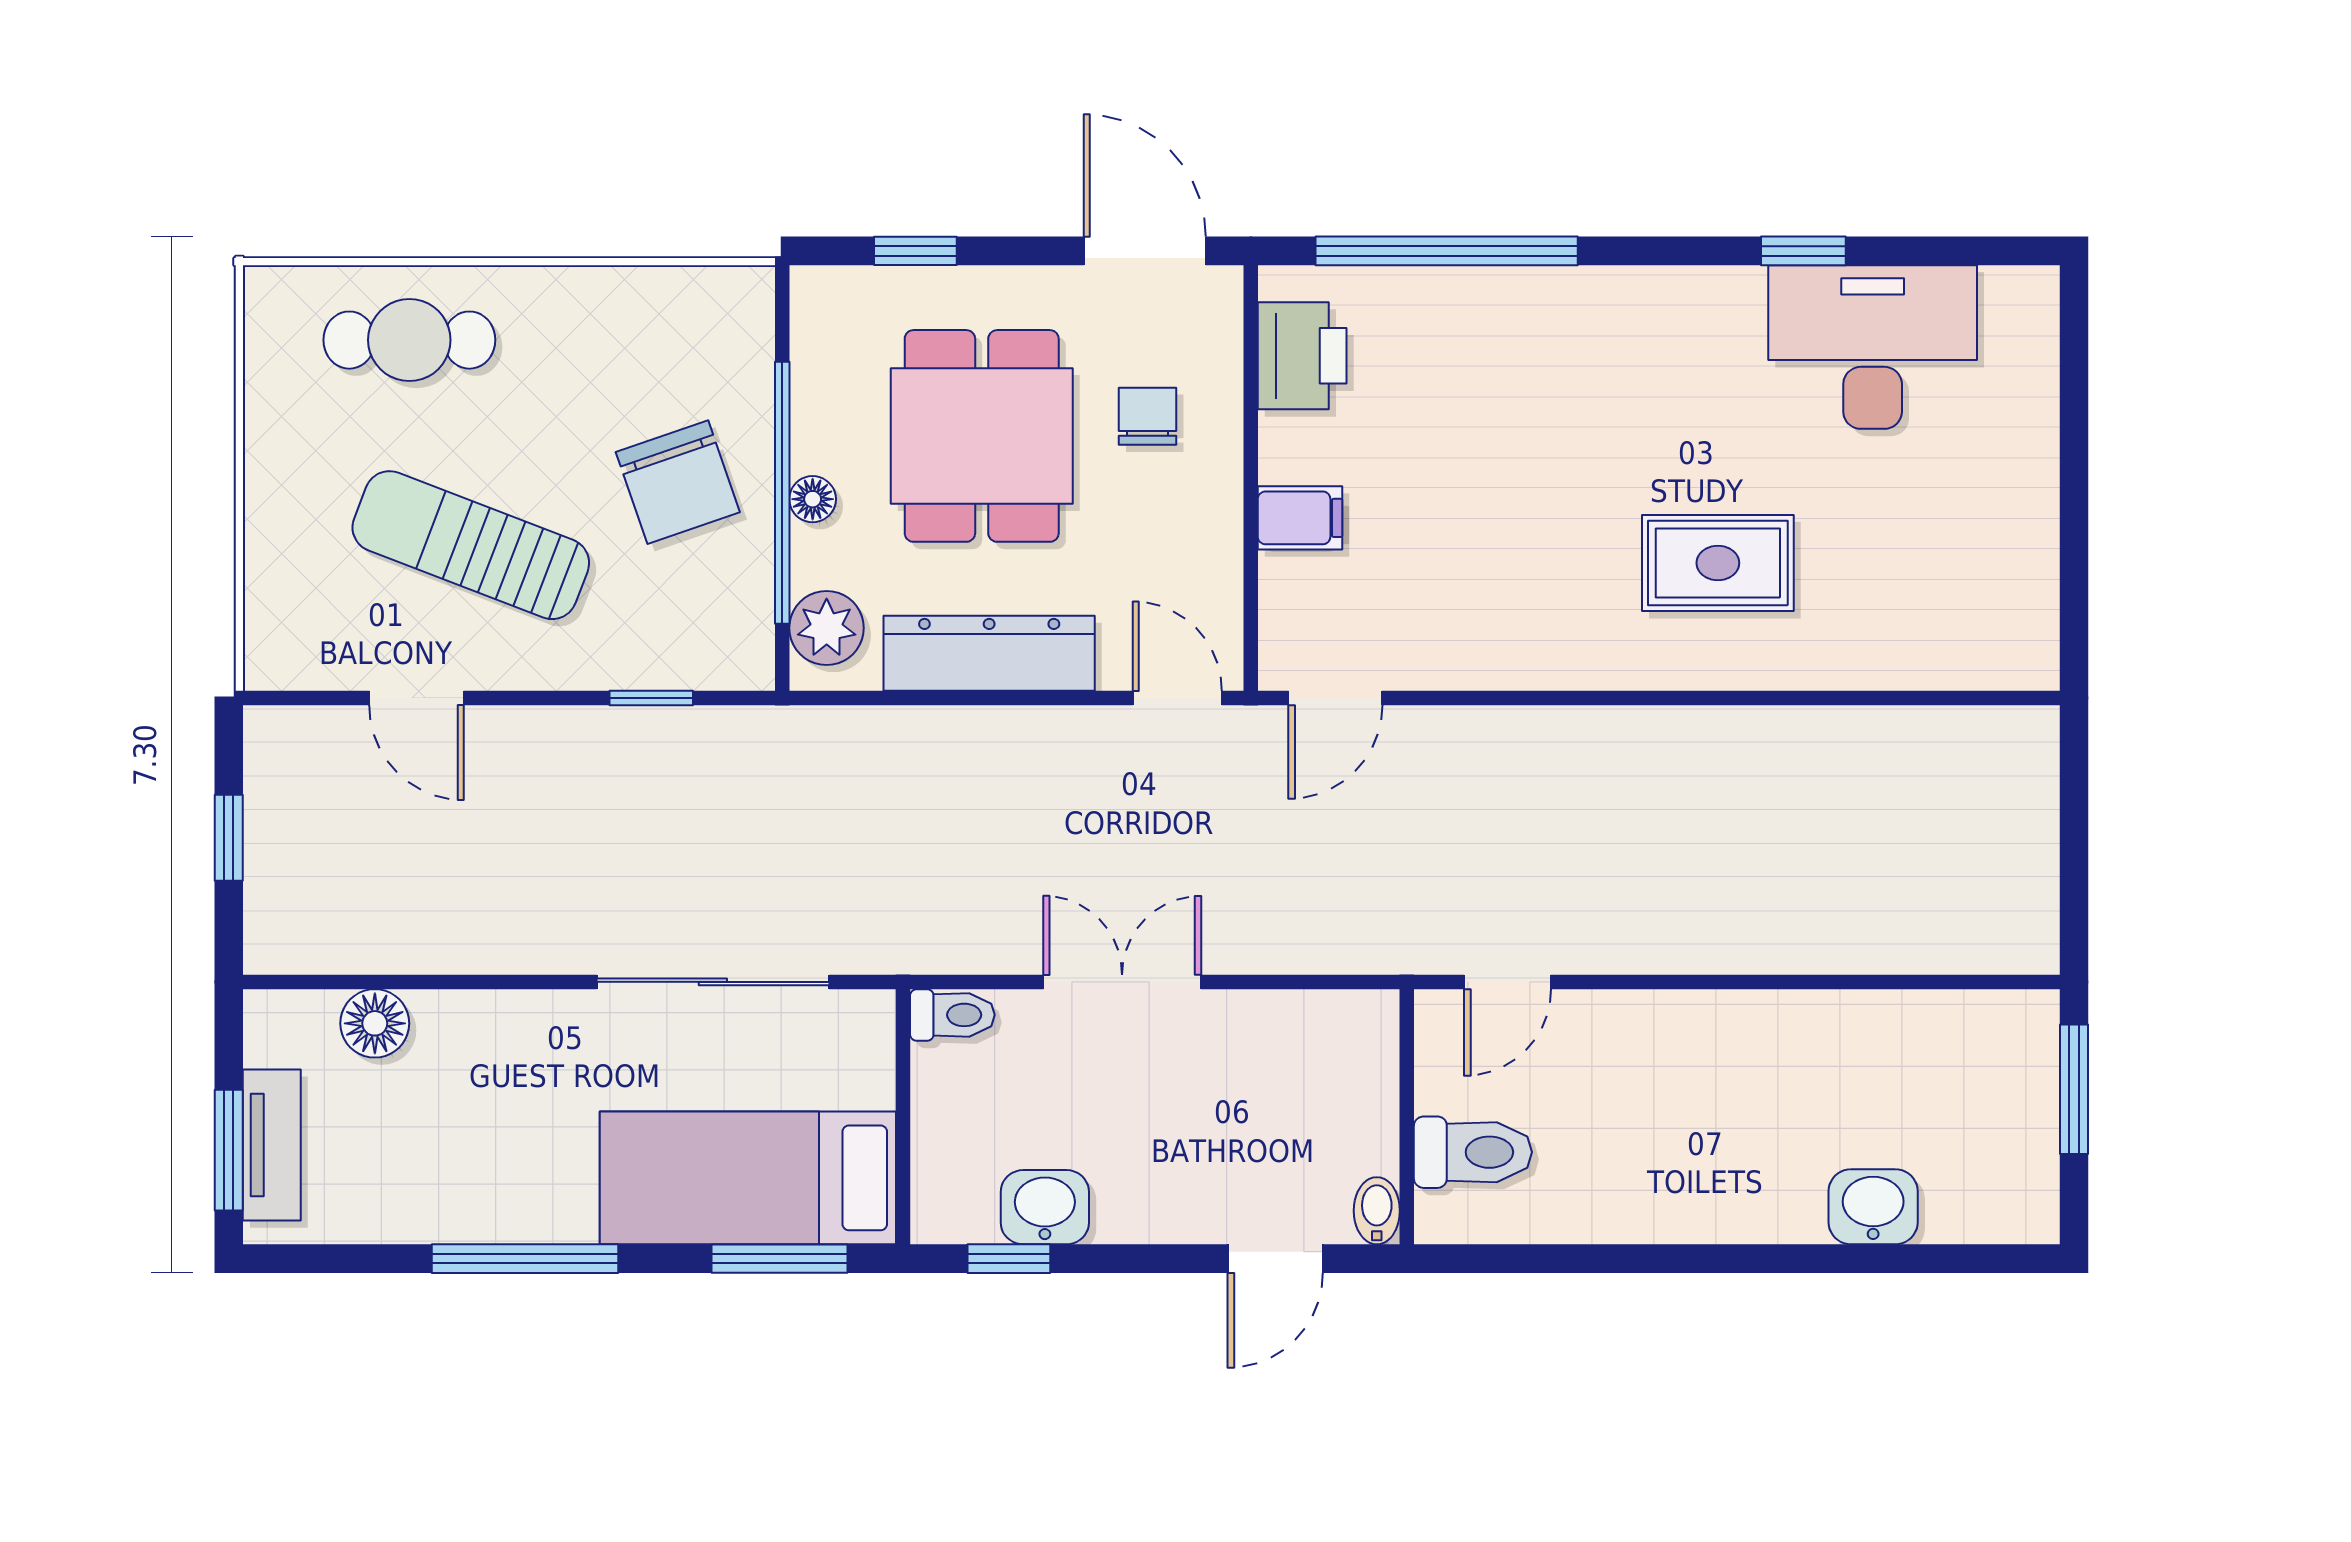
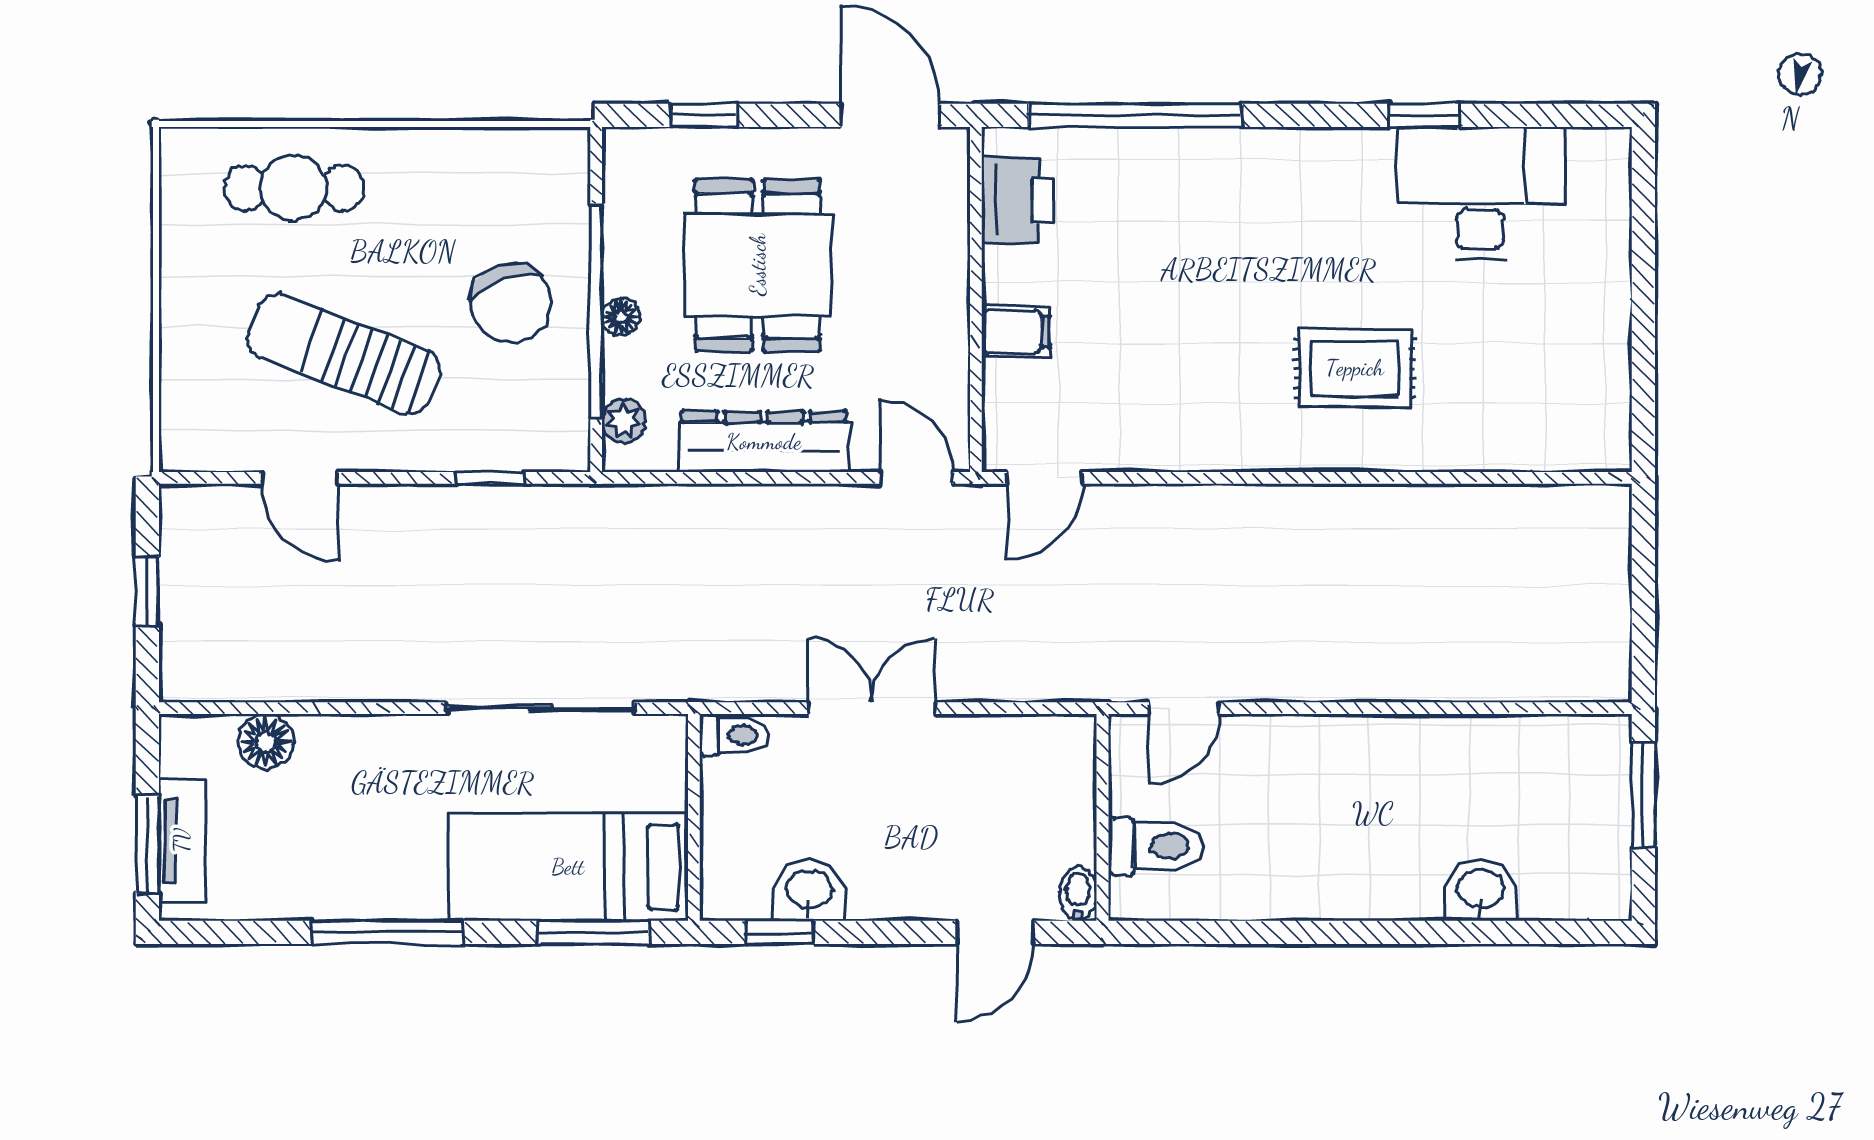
chair: (1148, 416) -> (892, 249), removed
plant: (827, 628) -> (624, 421), width x0.73, depth x0.73

